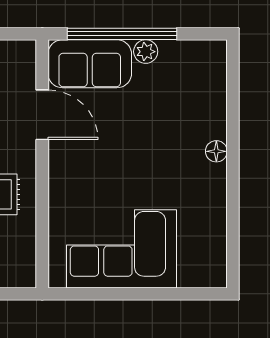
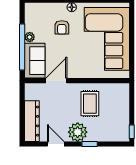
armchair: (169, 128) -> (62, 27), added
corner sofa: (121, 249) -> (107, 39), width x1.36, depth x1.36

